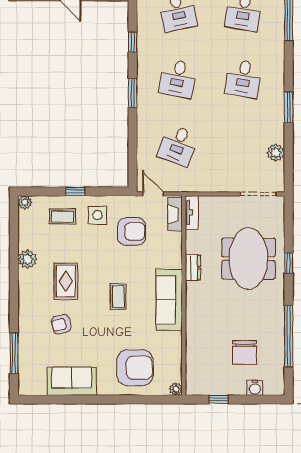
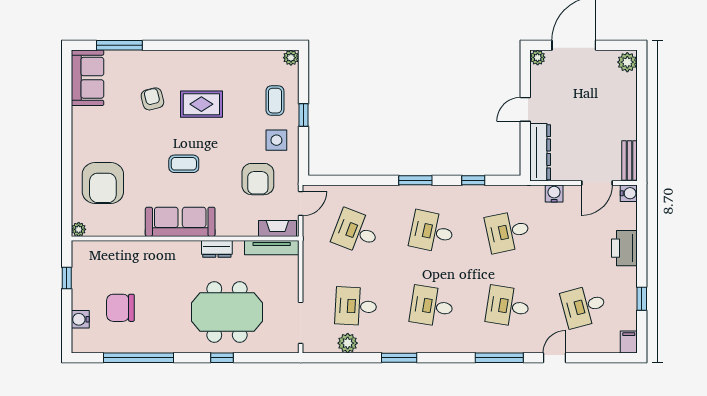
desk: (243, 145) -> (356, 306), added
tv unit: (192, 212) -> (272, 248), width x1.41
plant: (27, 259) -> (226, 61), removed
sofa: (72, 381) -> (87, 78), moved

